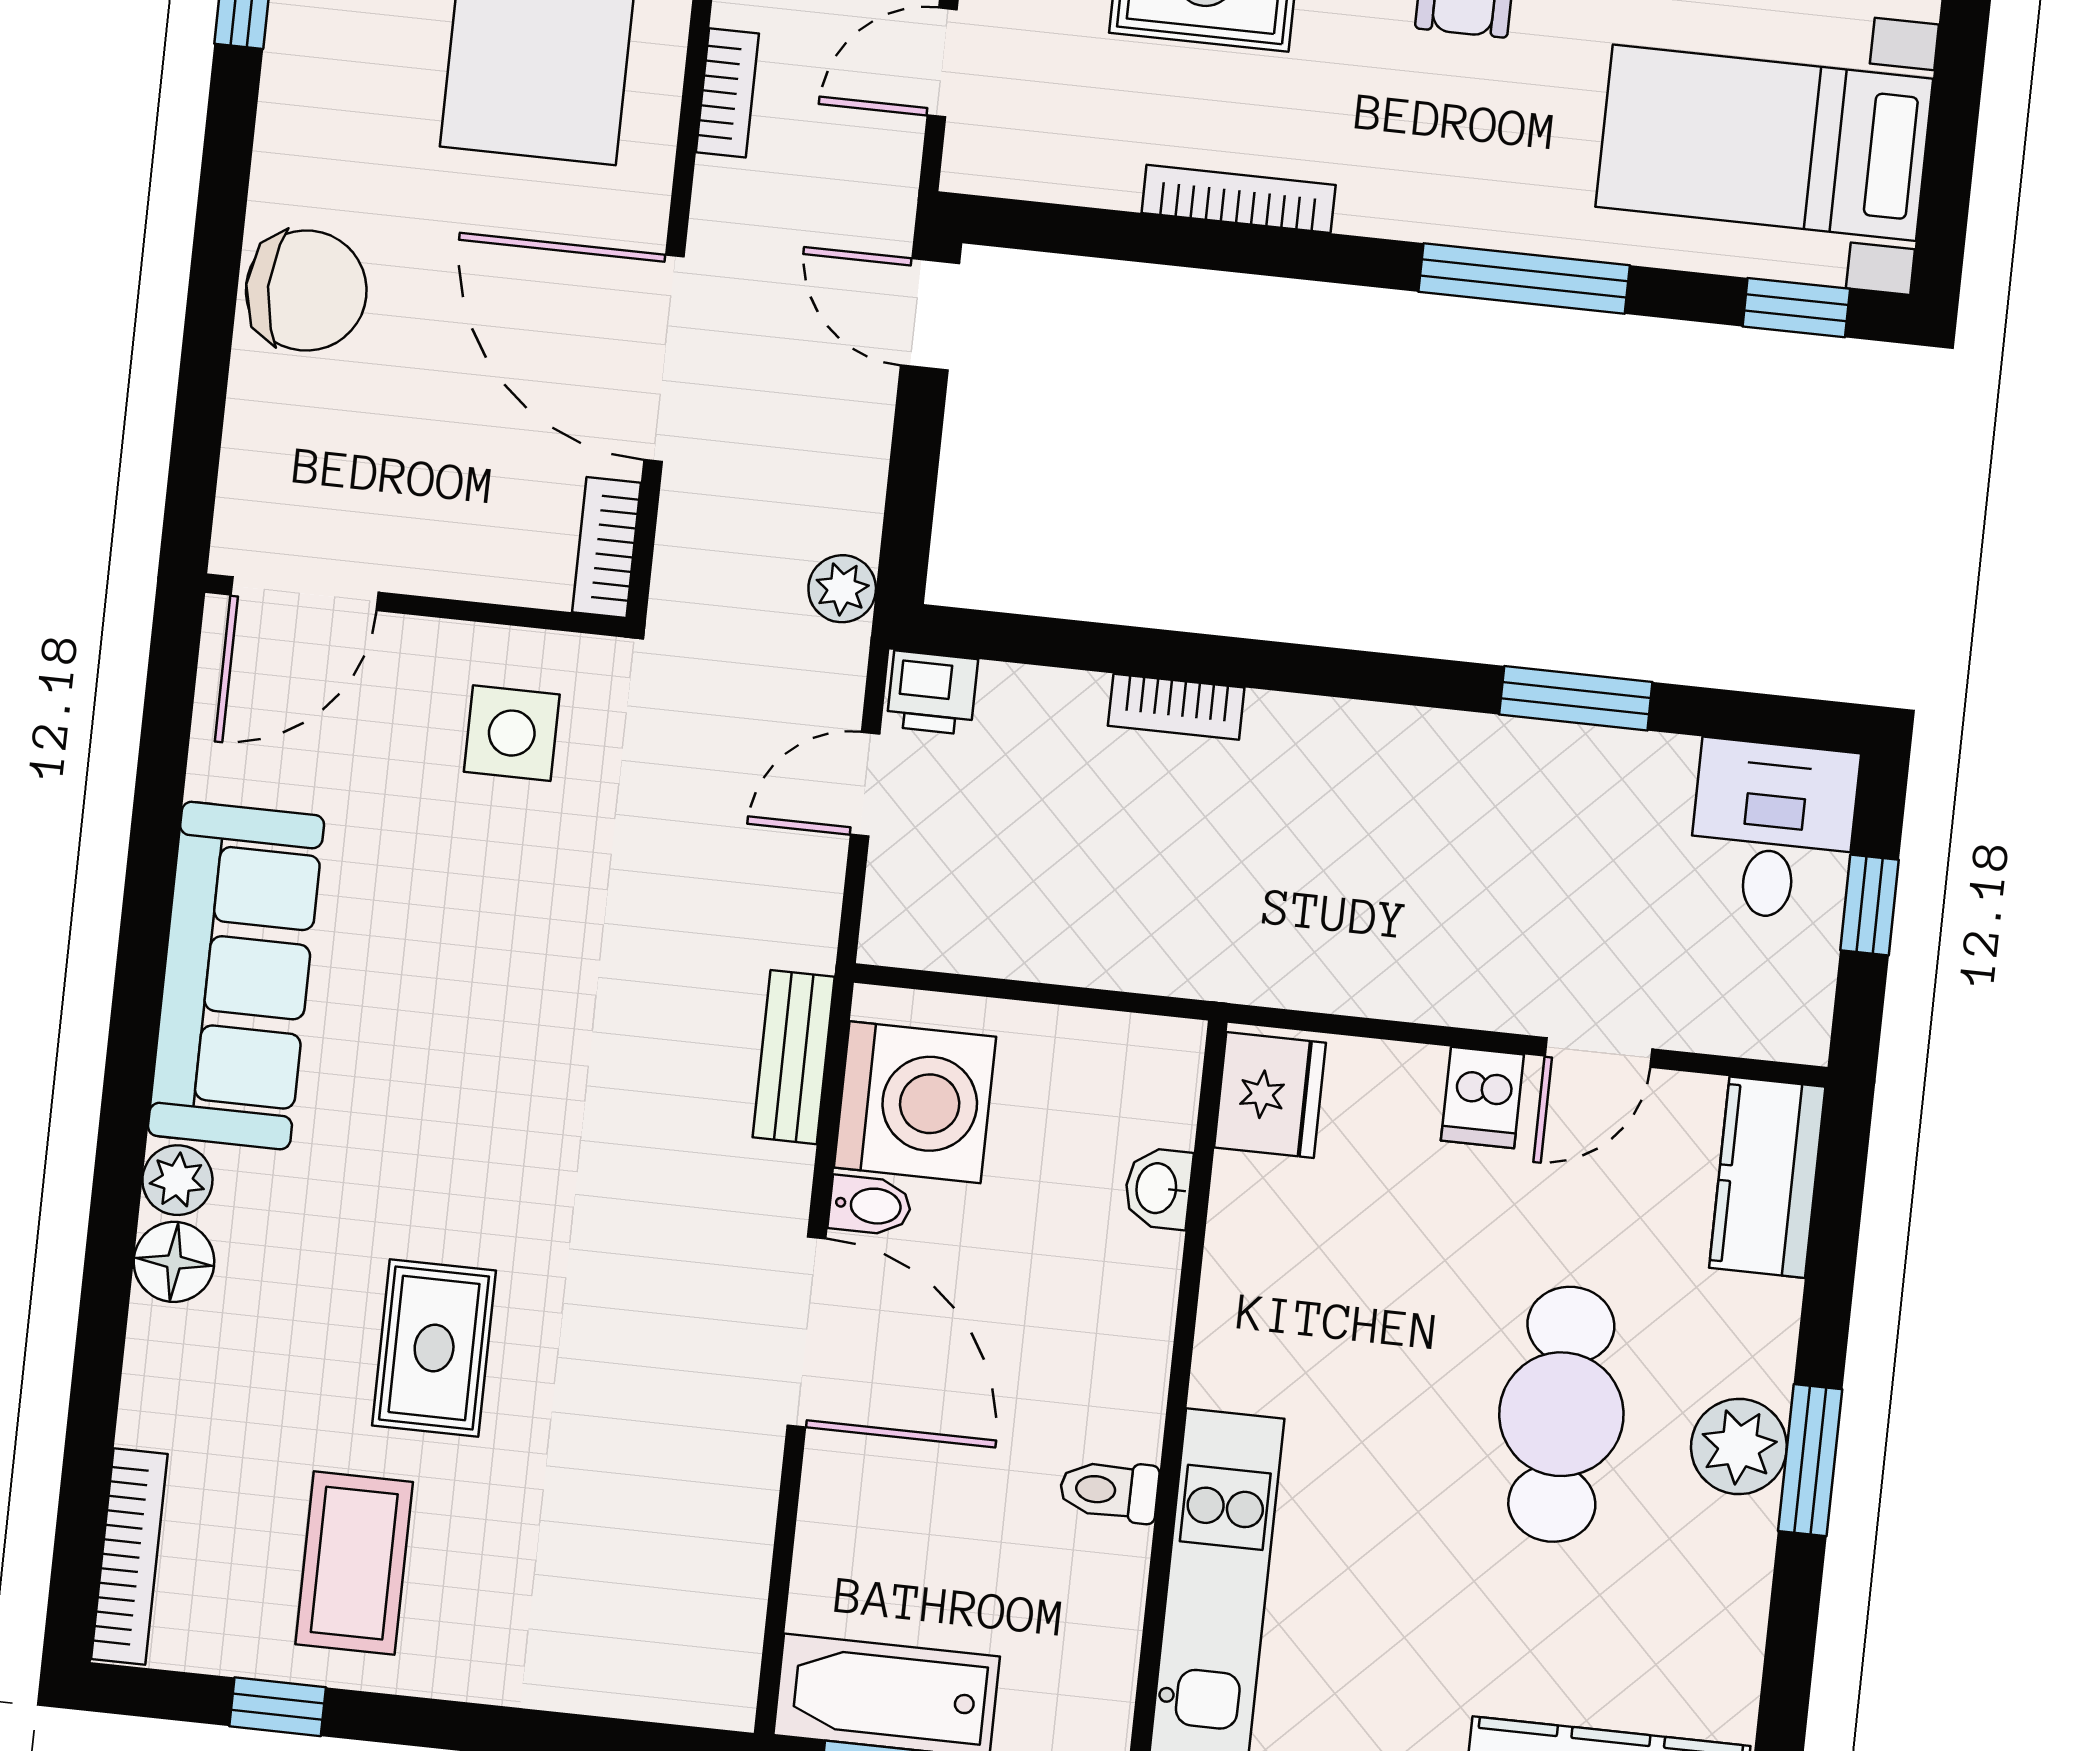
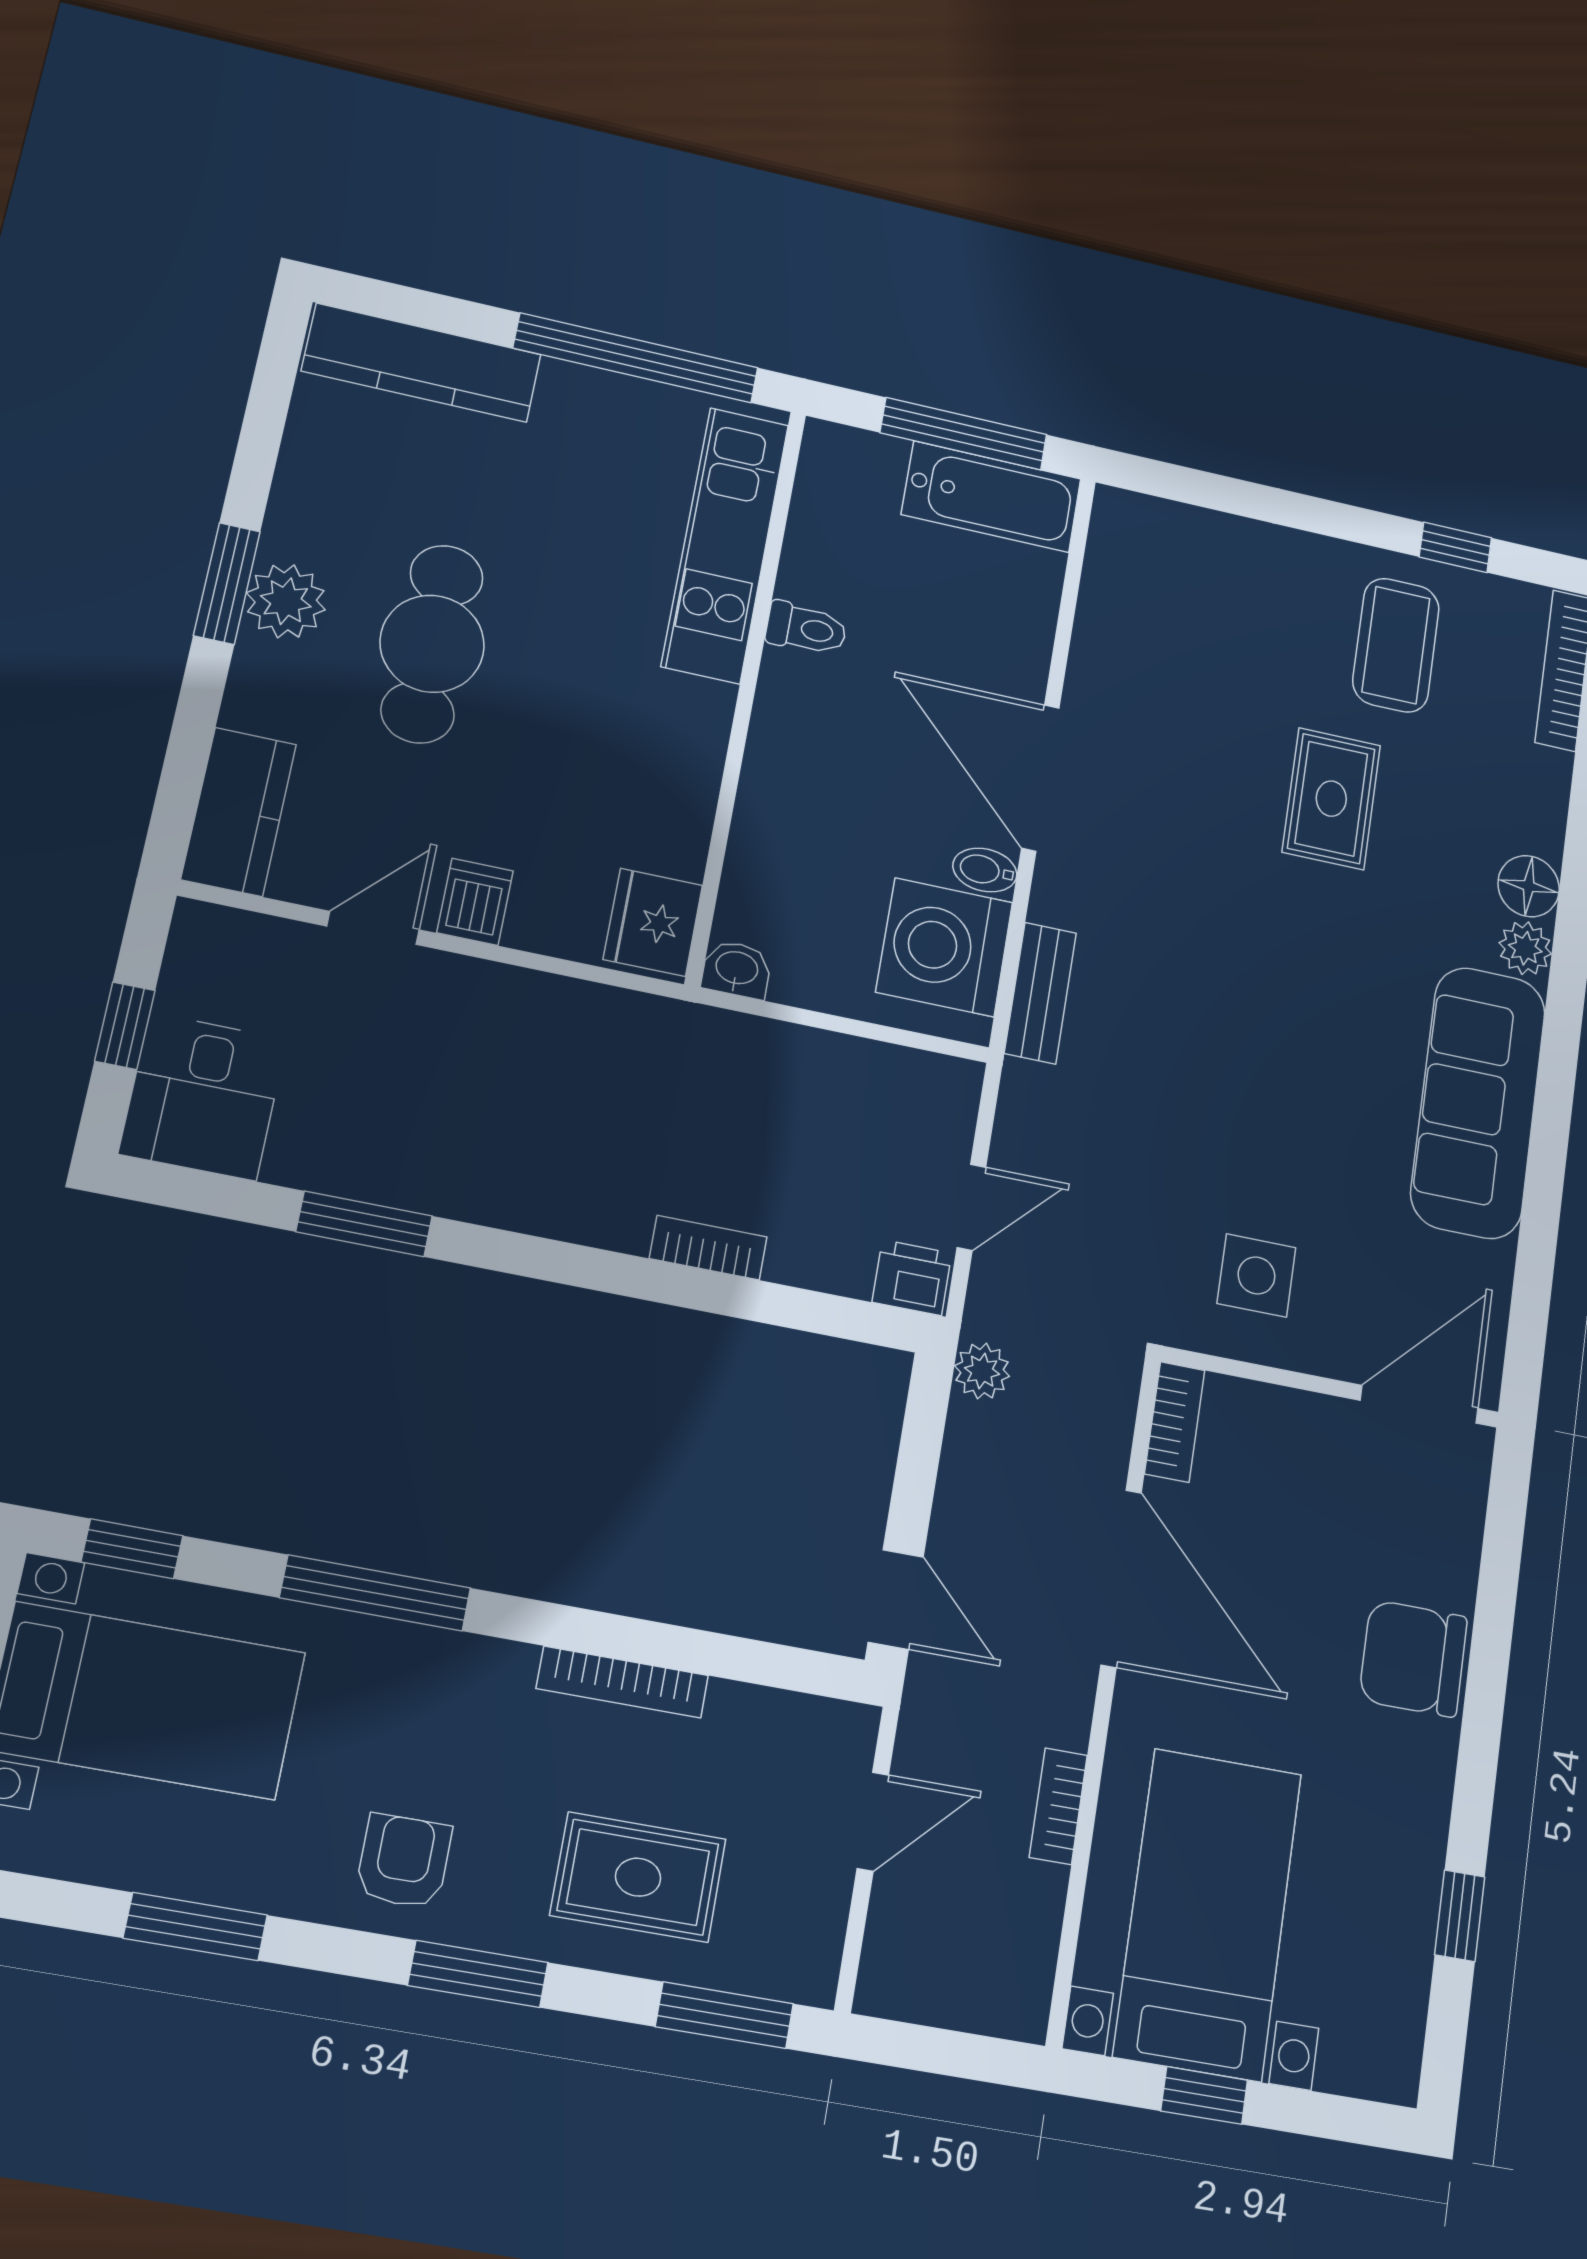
washbasin: (1158, 1188) -> (737, 969), moved, turned -90

